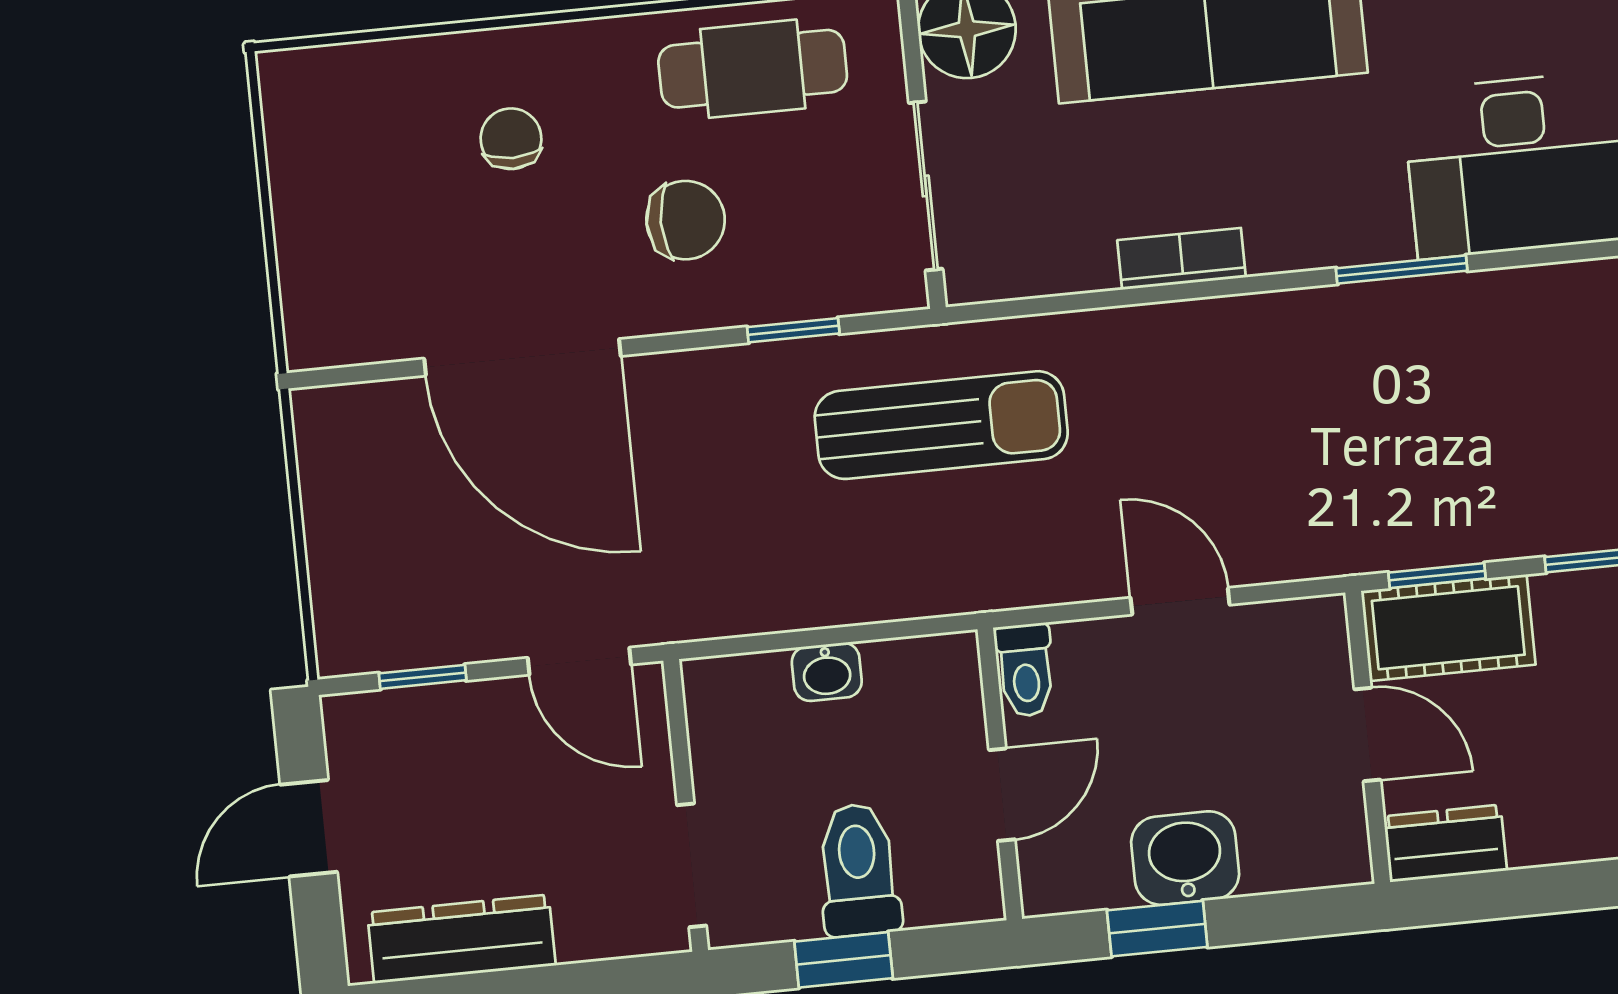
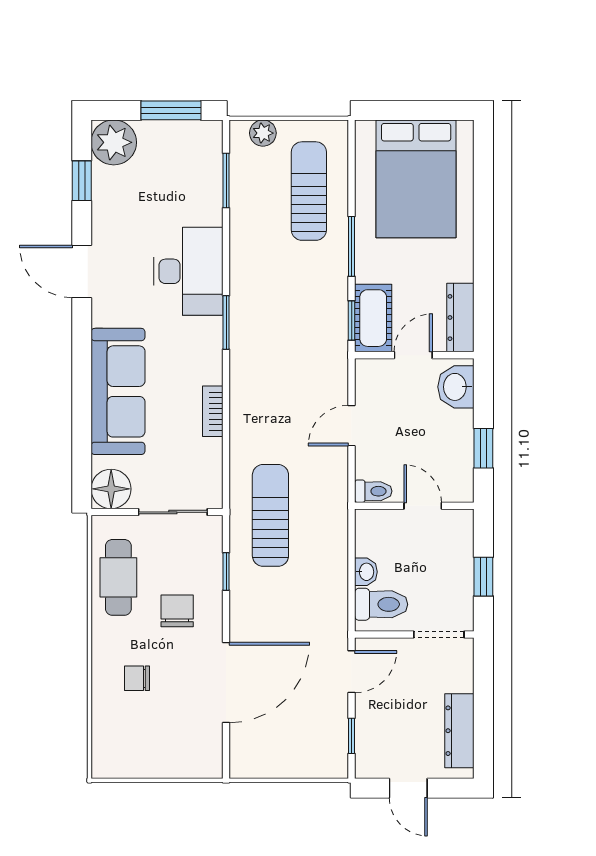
dresser: (1445, 843) -> (460, 318), width x1.44
washbasin: (1185, 858) -> (456, 387), moved
toilet: (858, 870) -> (381, 604), moved, turned 180

